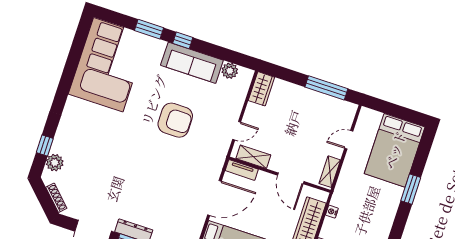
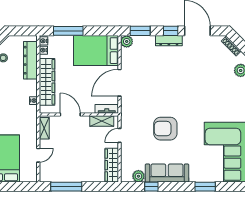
window: (183, 40) -> (151, 187), moved
wardrobe: (261, 89) -> (112, 165), width x1.50

